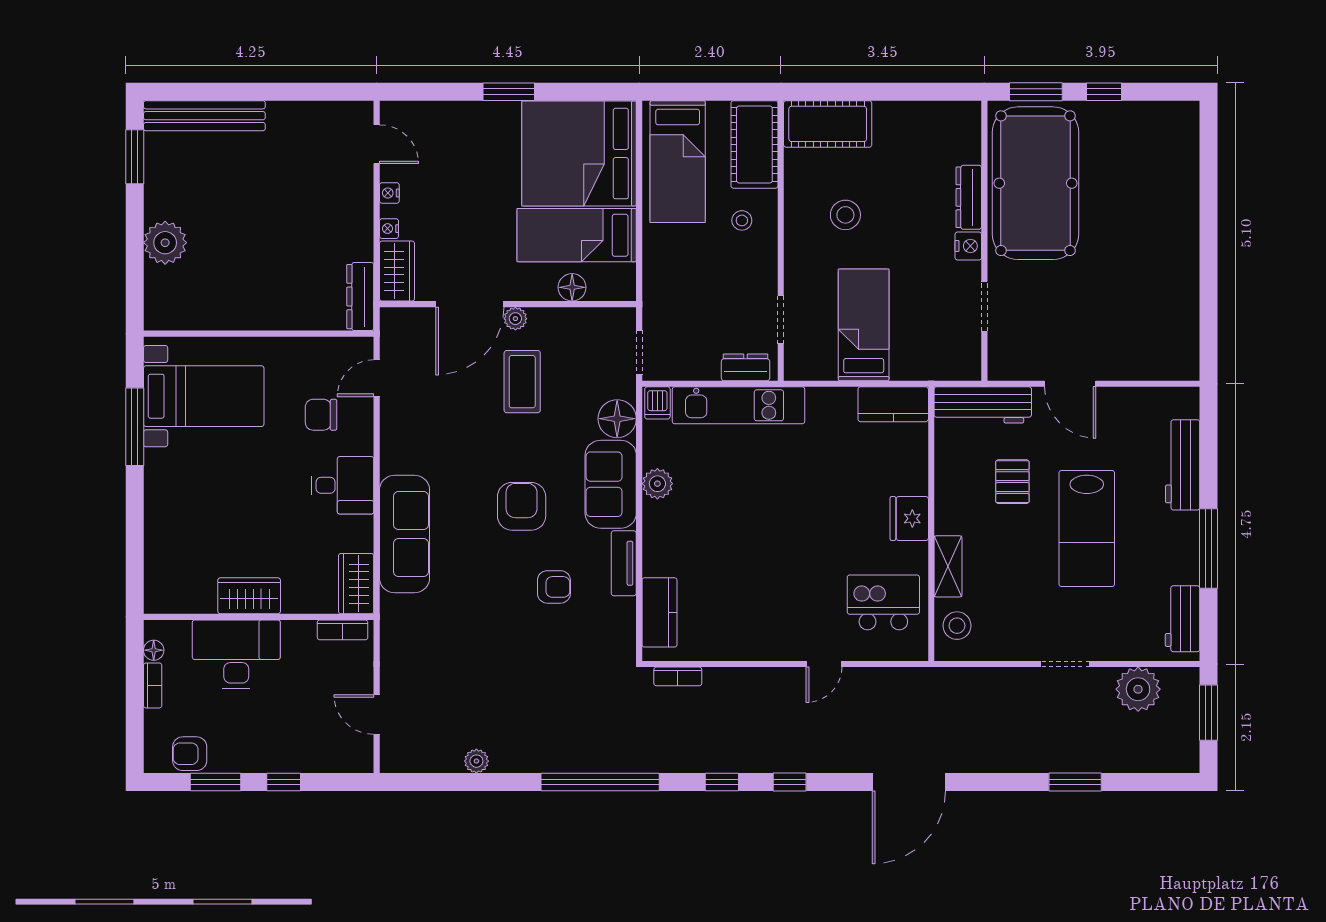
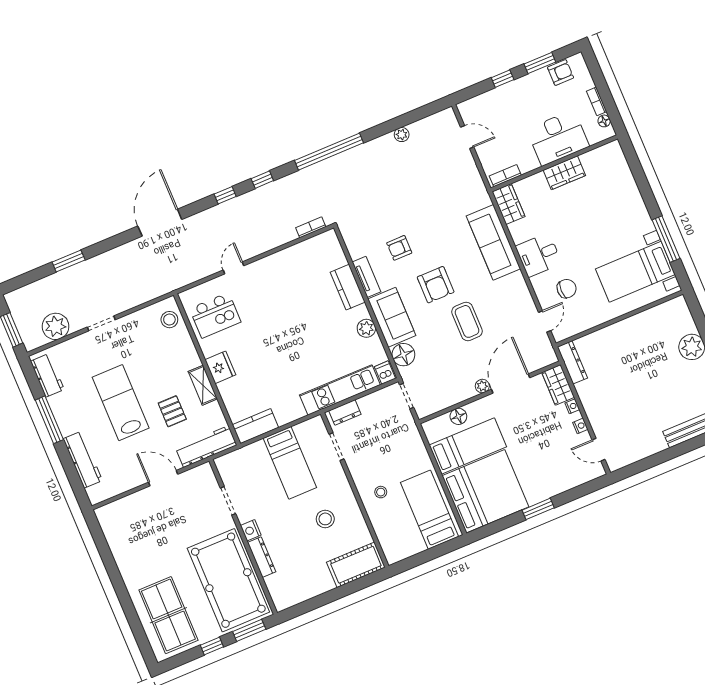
cot: (754, 144) -> (391, 537), removed
table tennis table: (1151, 168) -> (168, 615), added
coffee table: (522, 382) -> (467, 321), moved
shelving: (948, 566) -> (203, 385), moved
kitchen counter: (659, 612) -> (348, 287), moved

